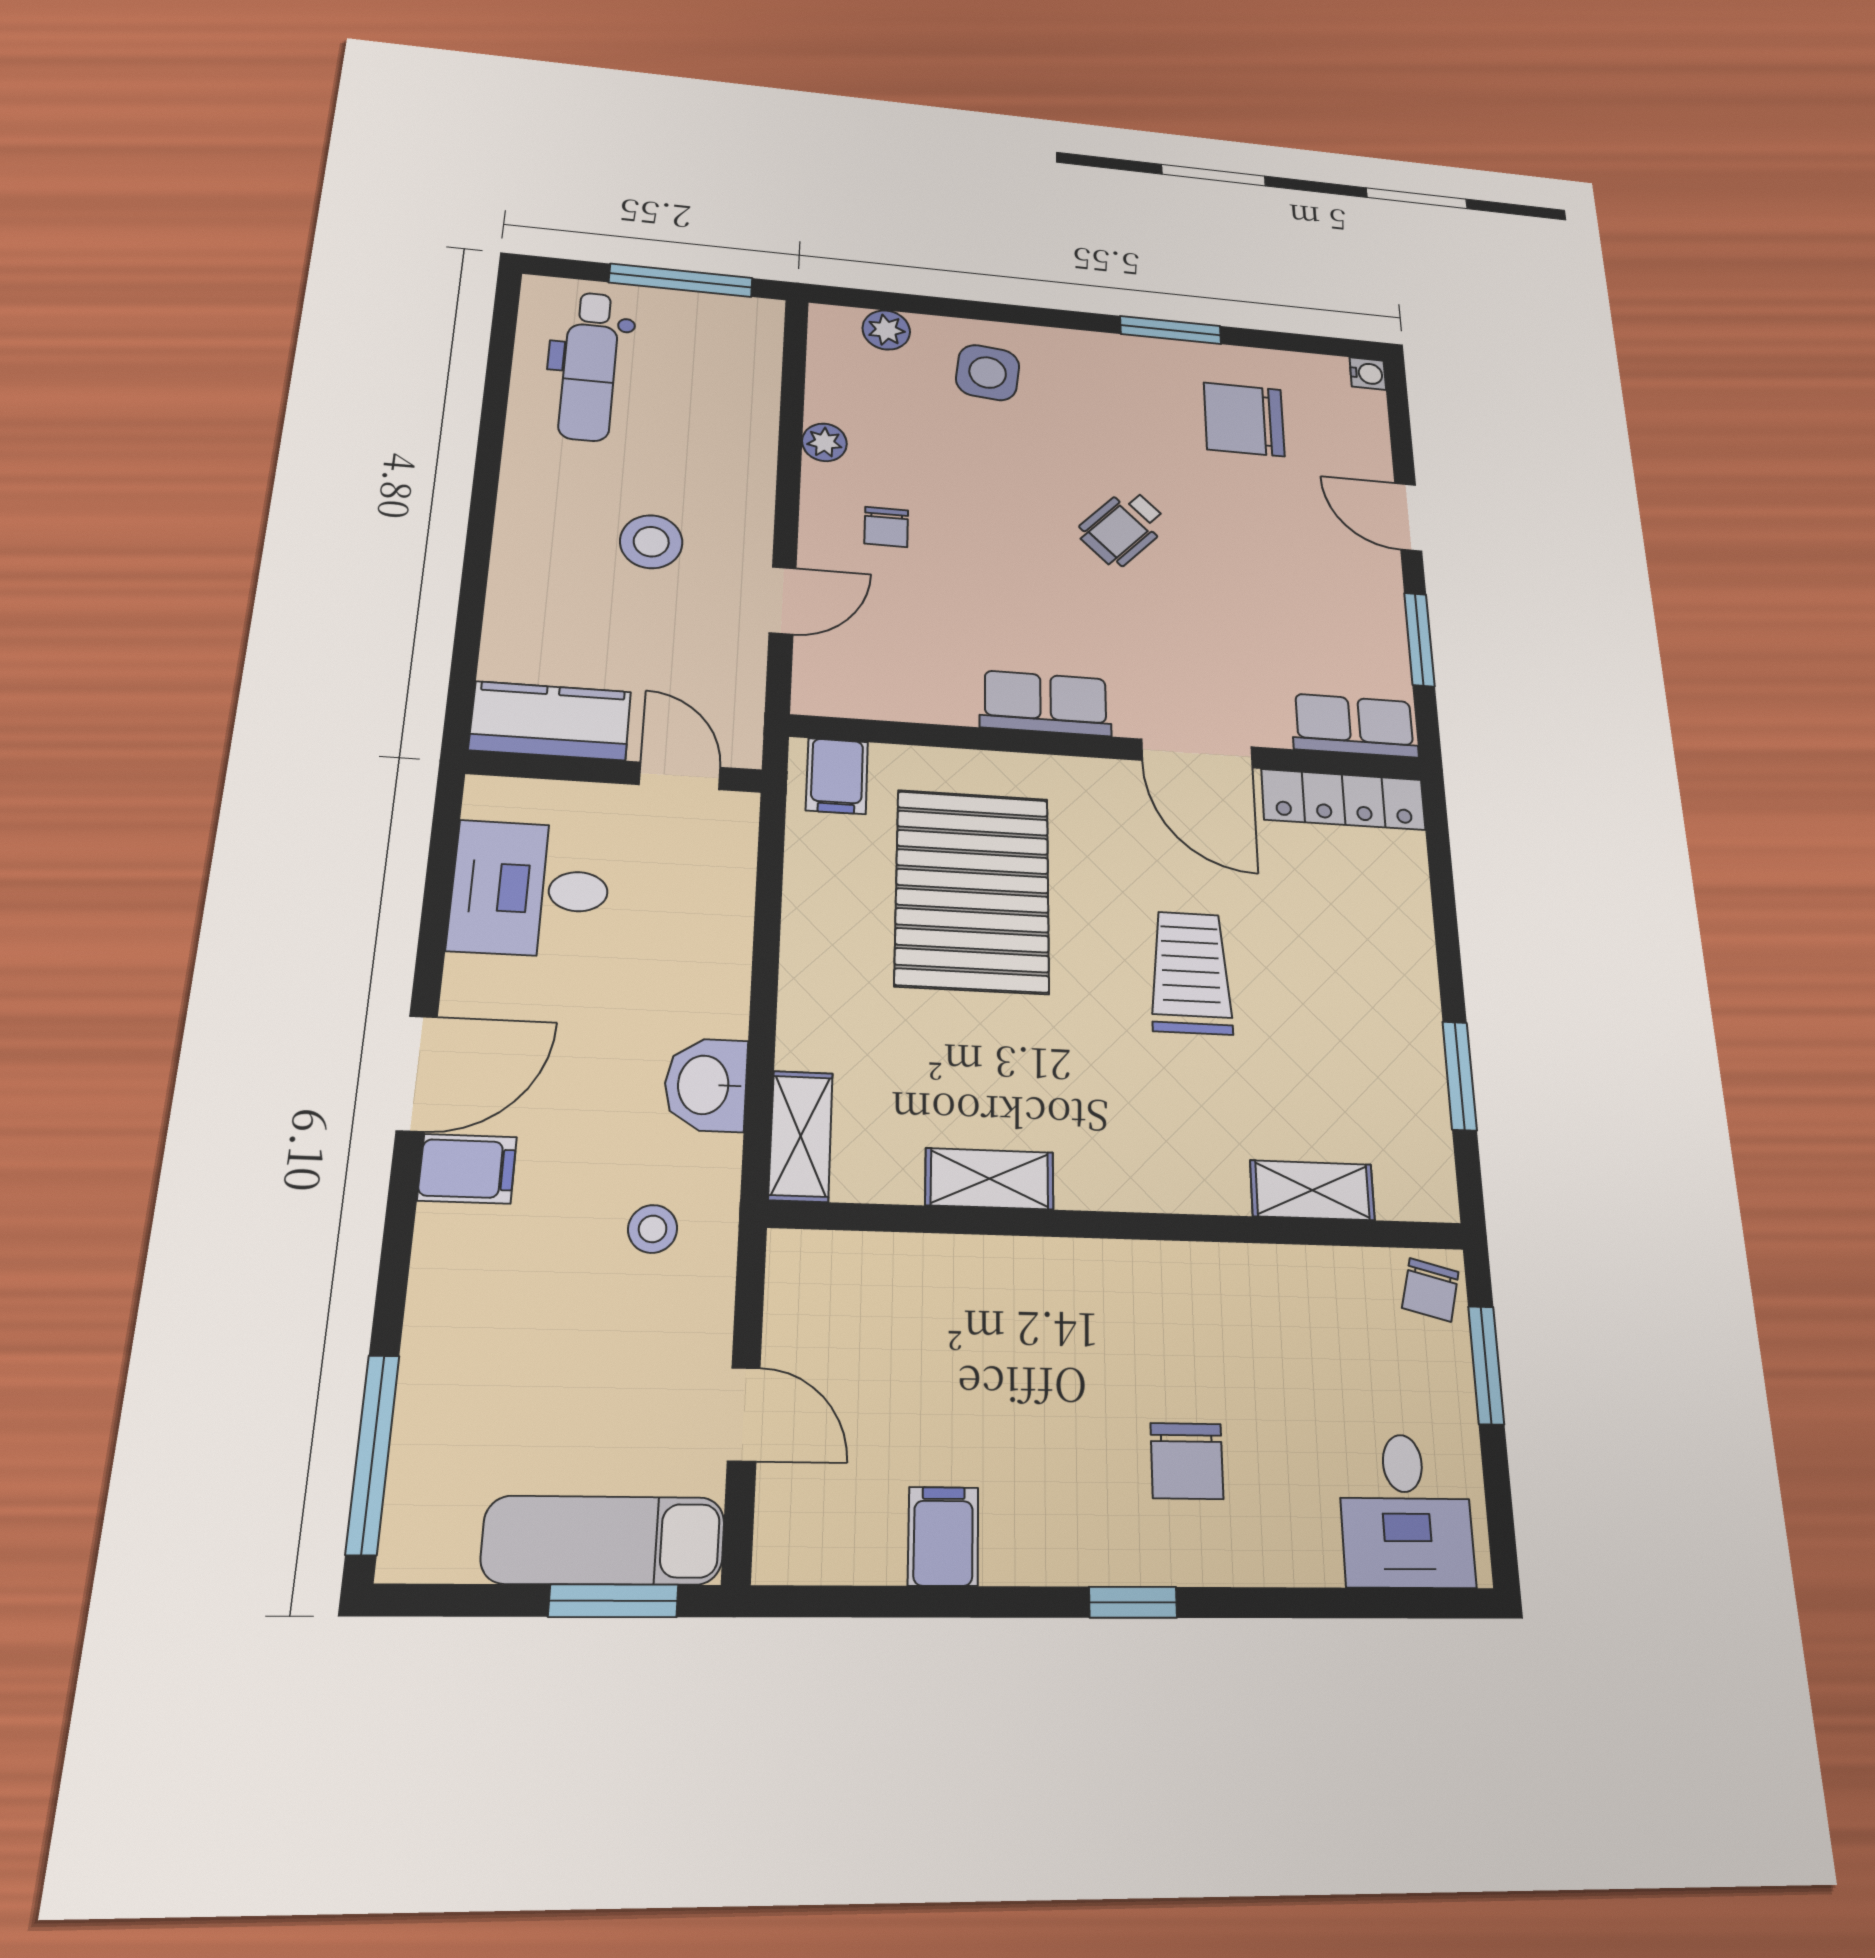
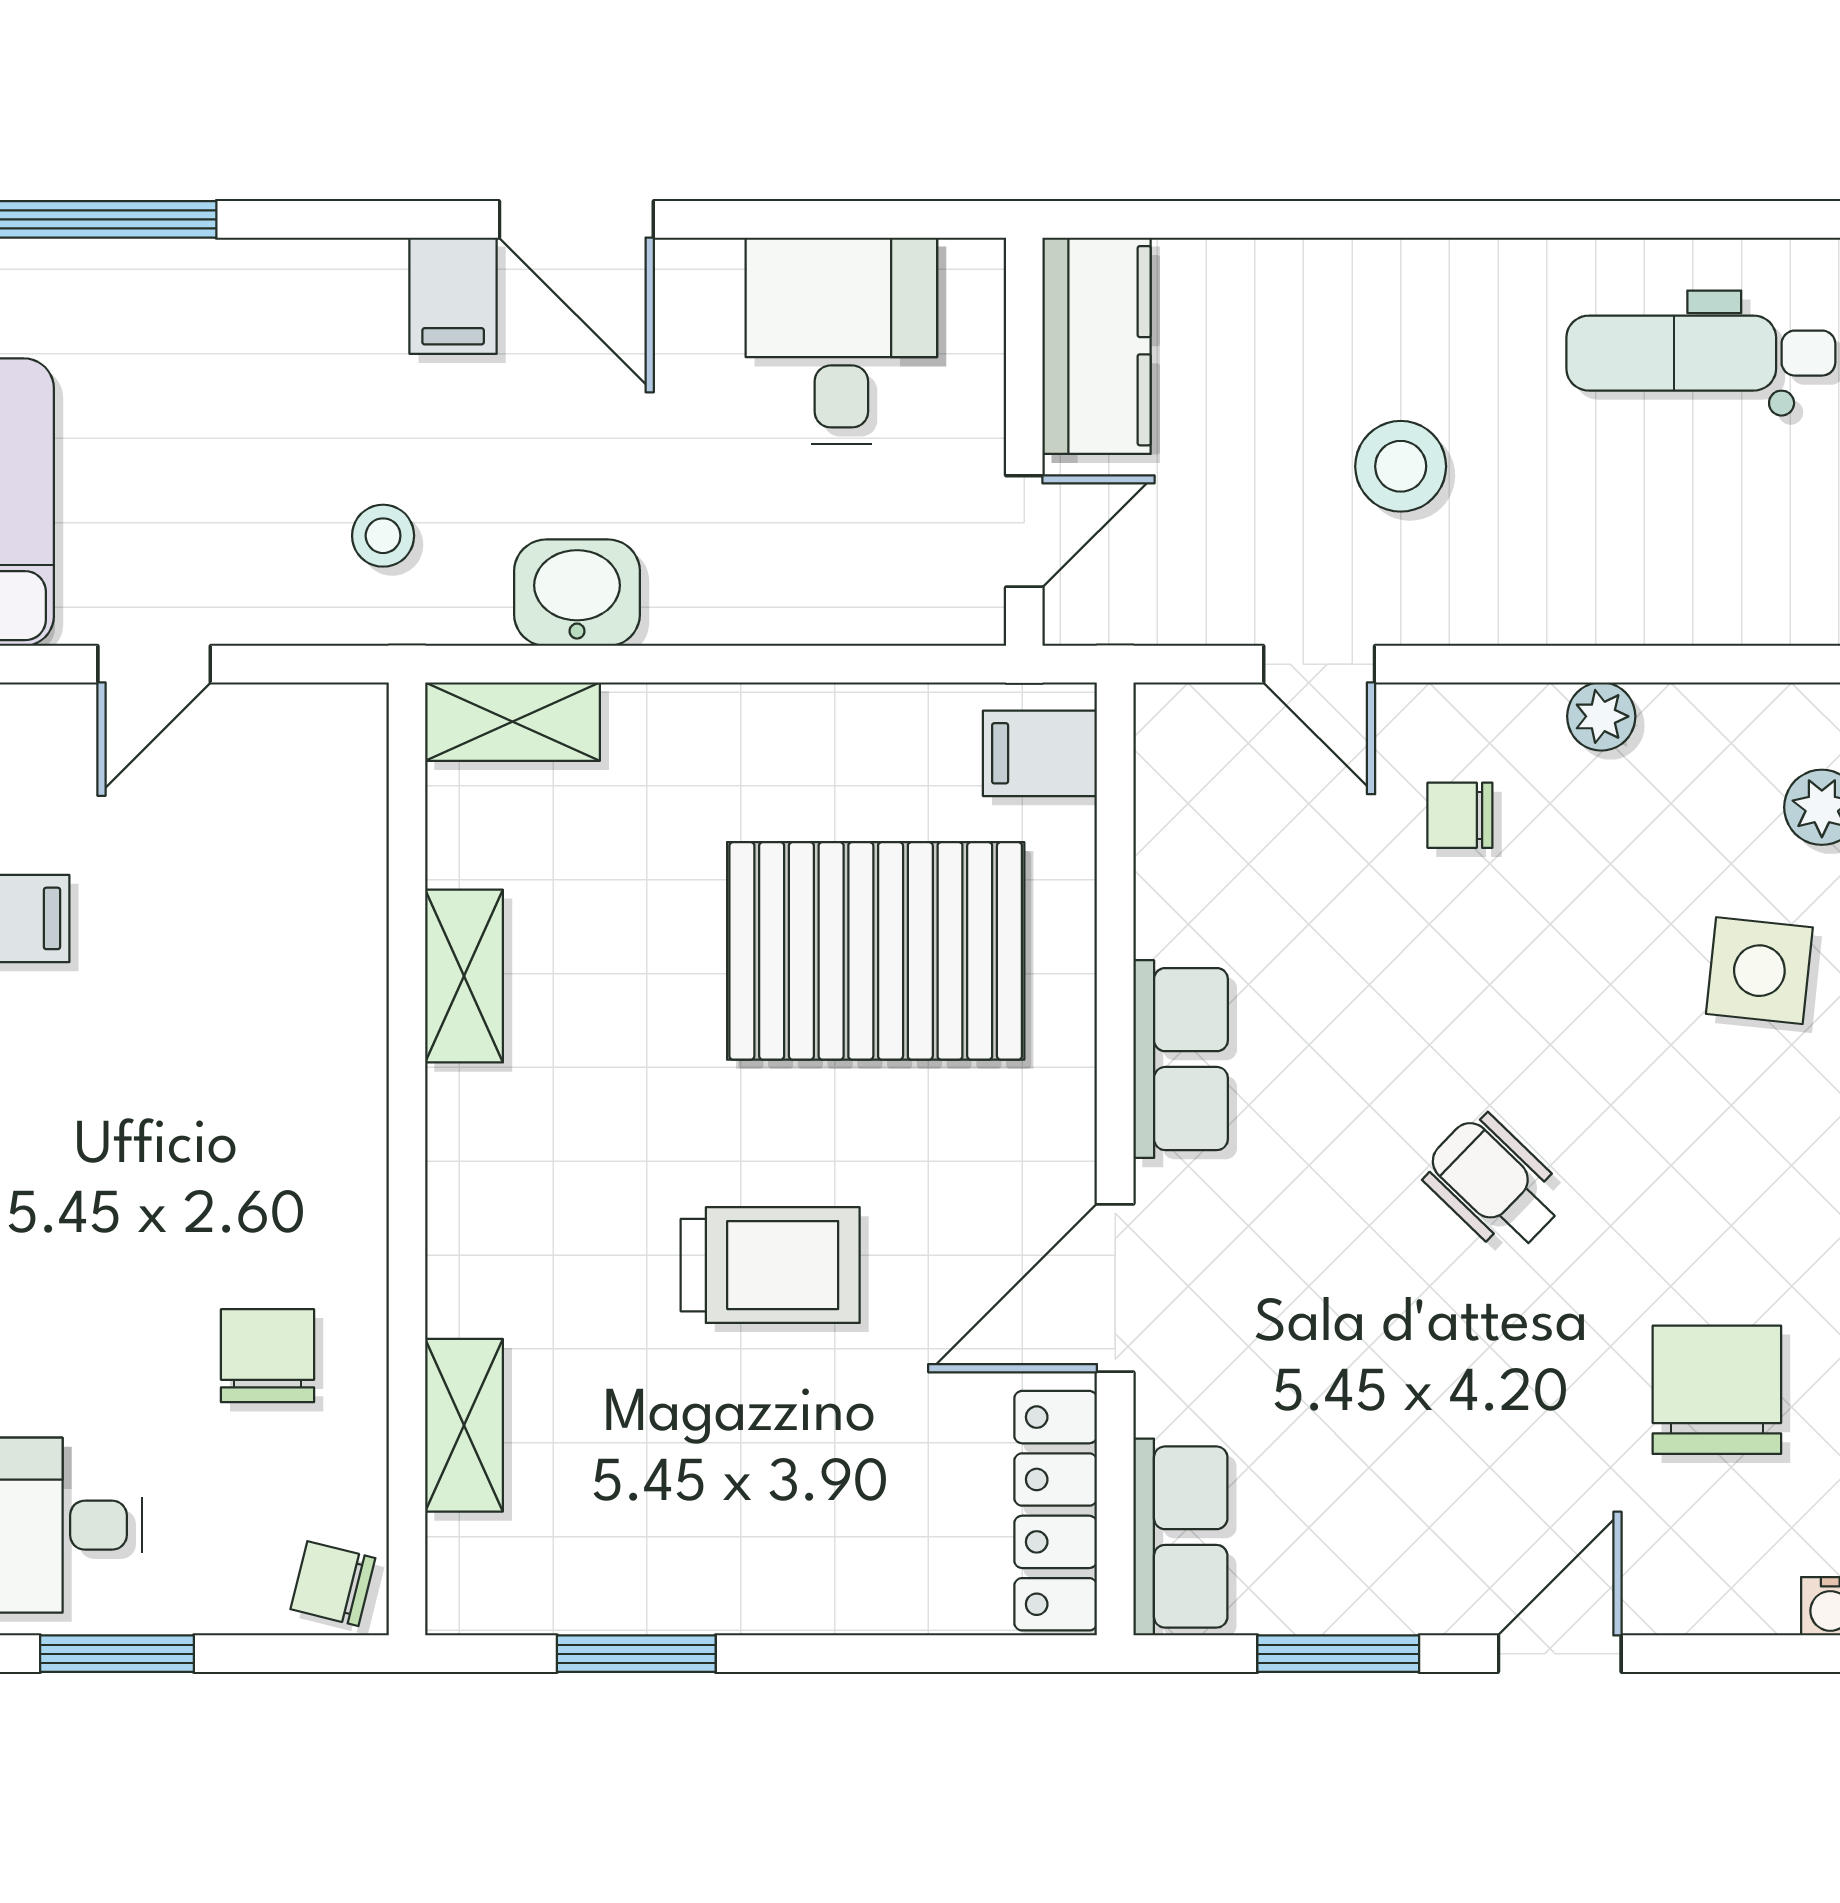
window: (1486, 1365) -> (117, 1654), moved
chair: (1187, 1461) -> (267, 1356), moved, turned 90

